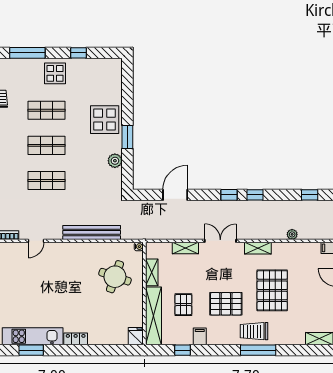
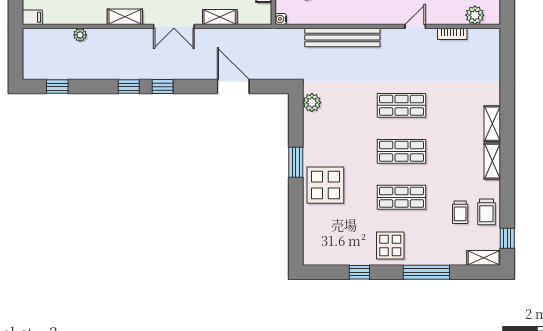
plant: (115, 161) -> (312, 103), moved
door: (175, 195) -> (233, 87), swing flipped

